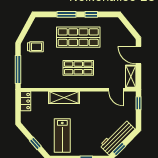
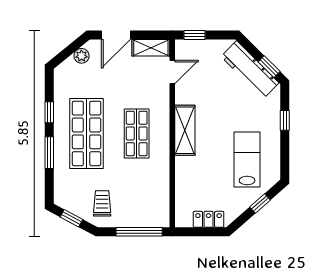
window: (26, 28) -> (71, 218), added
plant: (126, 34) -> (82, 56), added
shelving: (64, 97) -> (185, 130), moved
locker: (26, 101) -> (209, 219), moved
lab bench: (62, 135) -> (247, 160), turned -90

